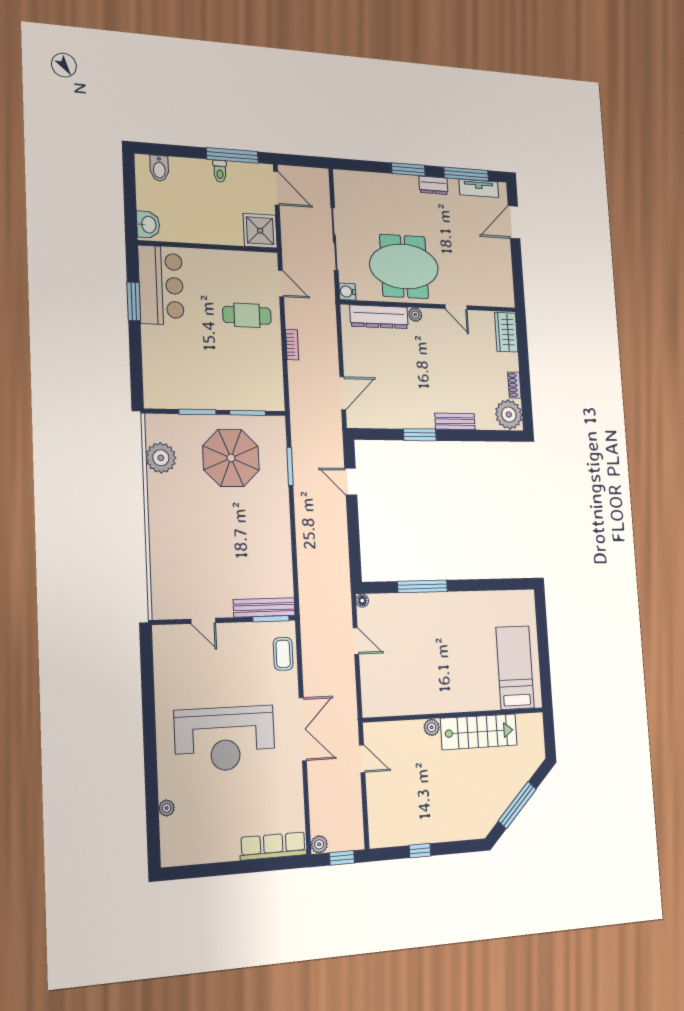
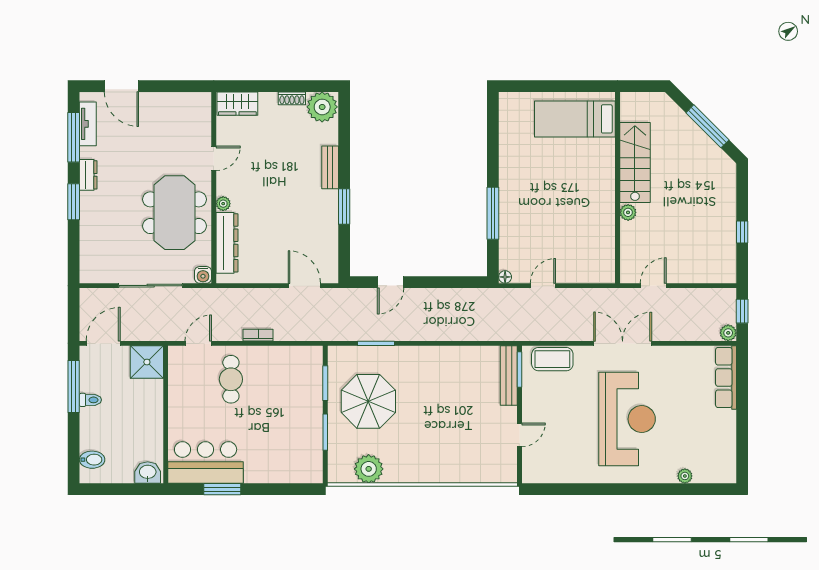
coffee table: (283, 654) -> (552, 359), width x1.36, depth x1.30

